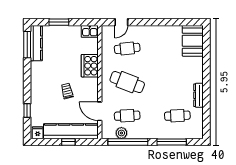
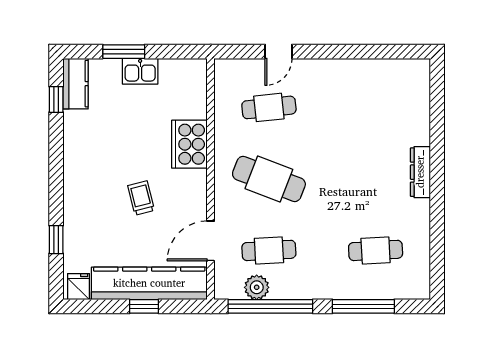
door: (121, 22) -> (278, 52), moved
kitchen sink: (90, 31) -> (140, 71), moved
booth: (193, 41) -> (408, 91), removed
kitchen counter: (36, 43) -> (76, 84), width x0.67
window: (27, 45) -> (56, 99), width x0.46
dresser: (198, 95) -> (420, 172), moved
door: (100, 111) -> (211, 241), hinge flipped

